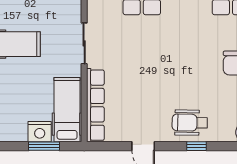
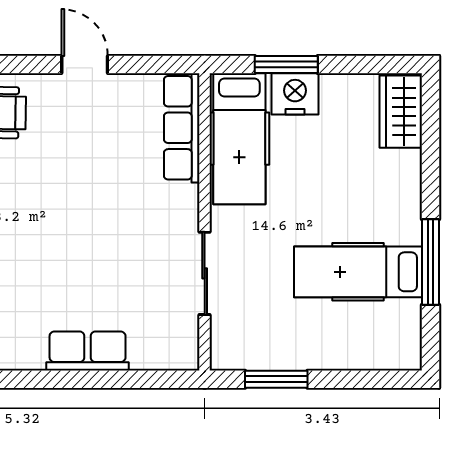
row of seats: (95, 105) -> (182, 128), width x0.73

